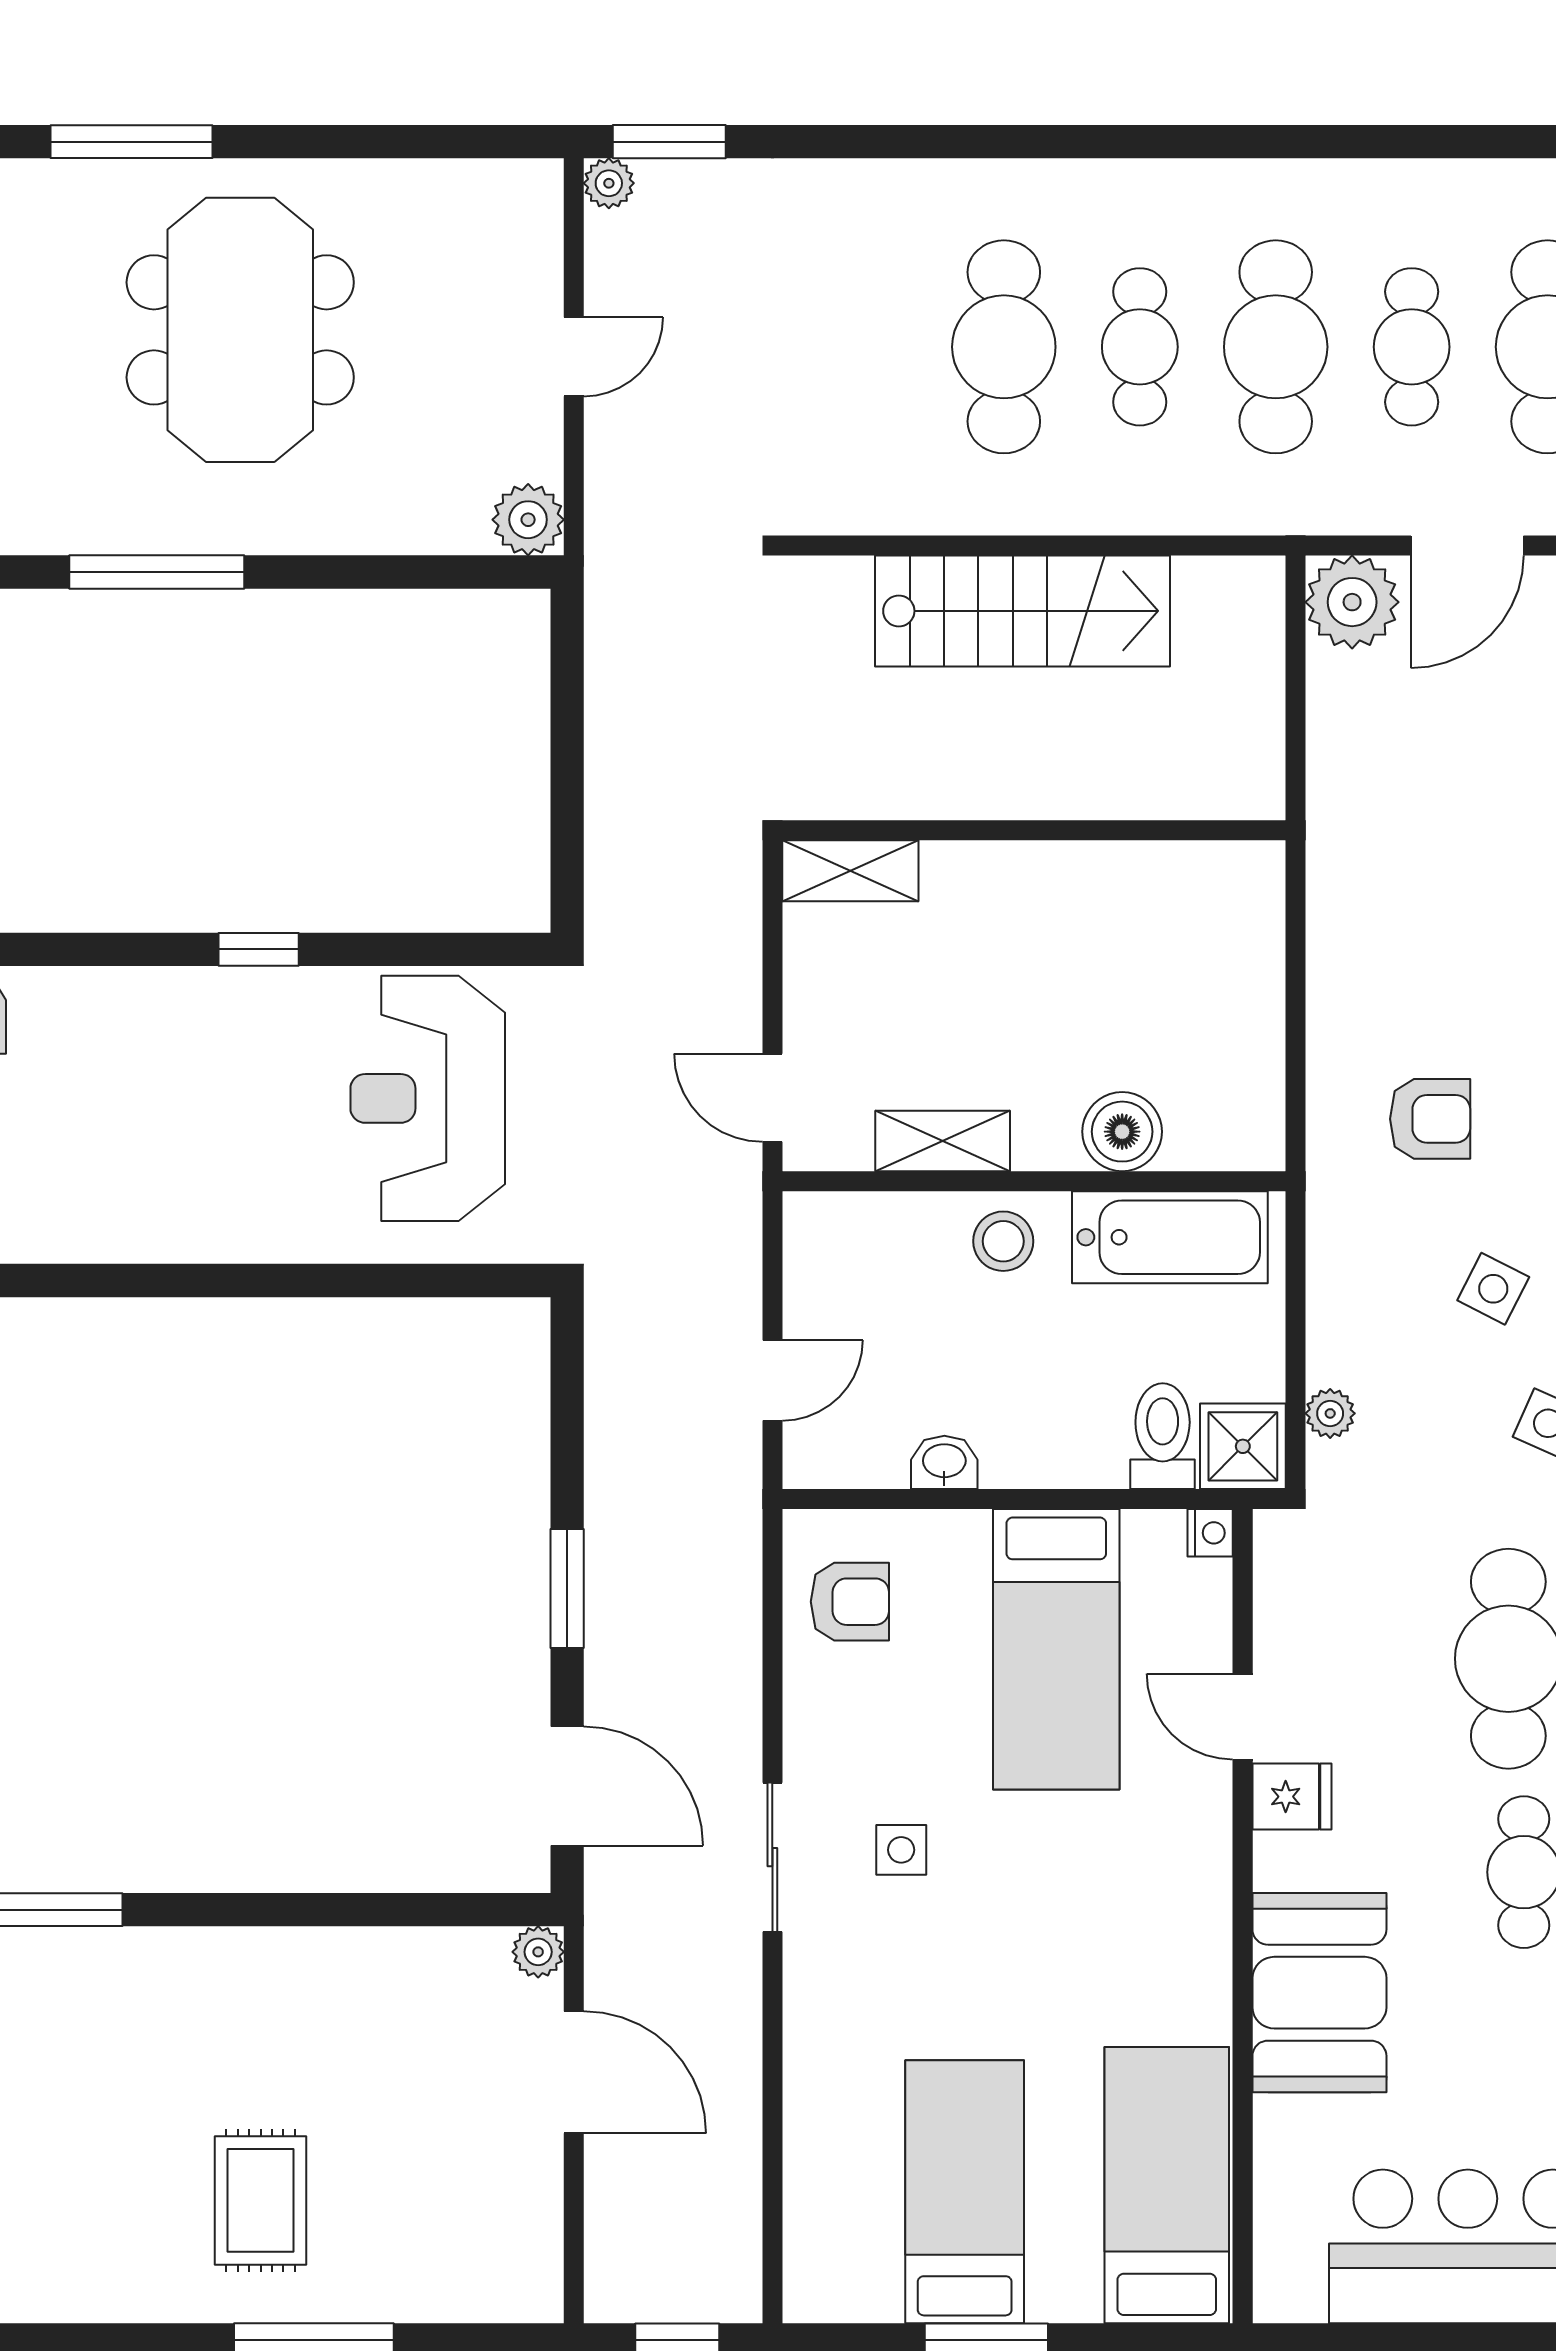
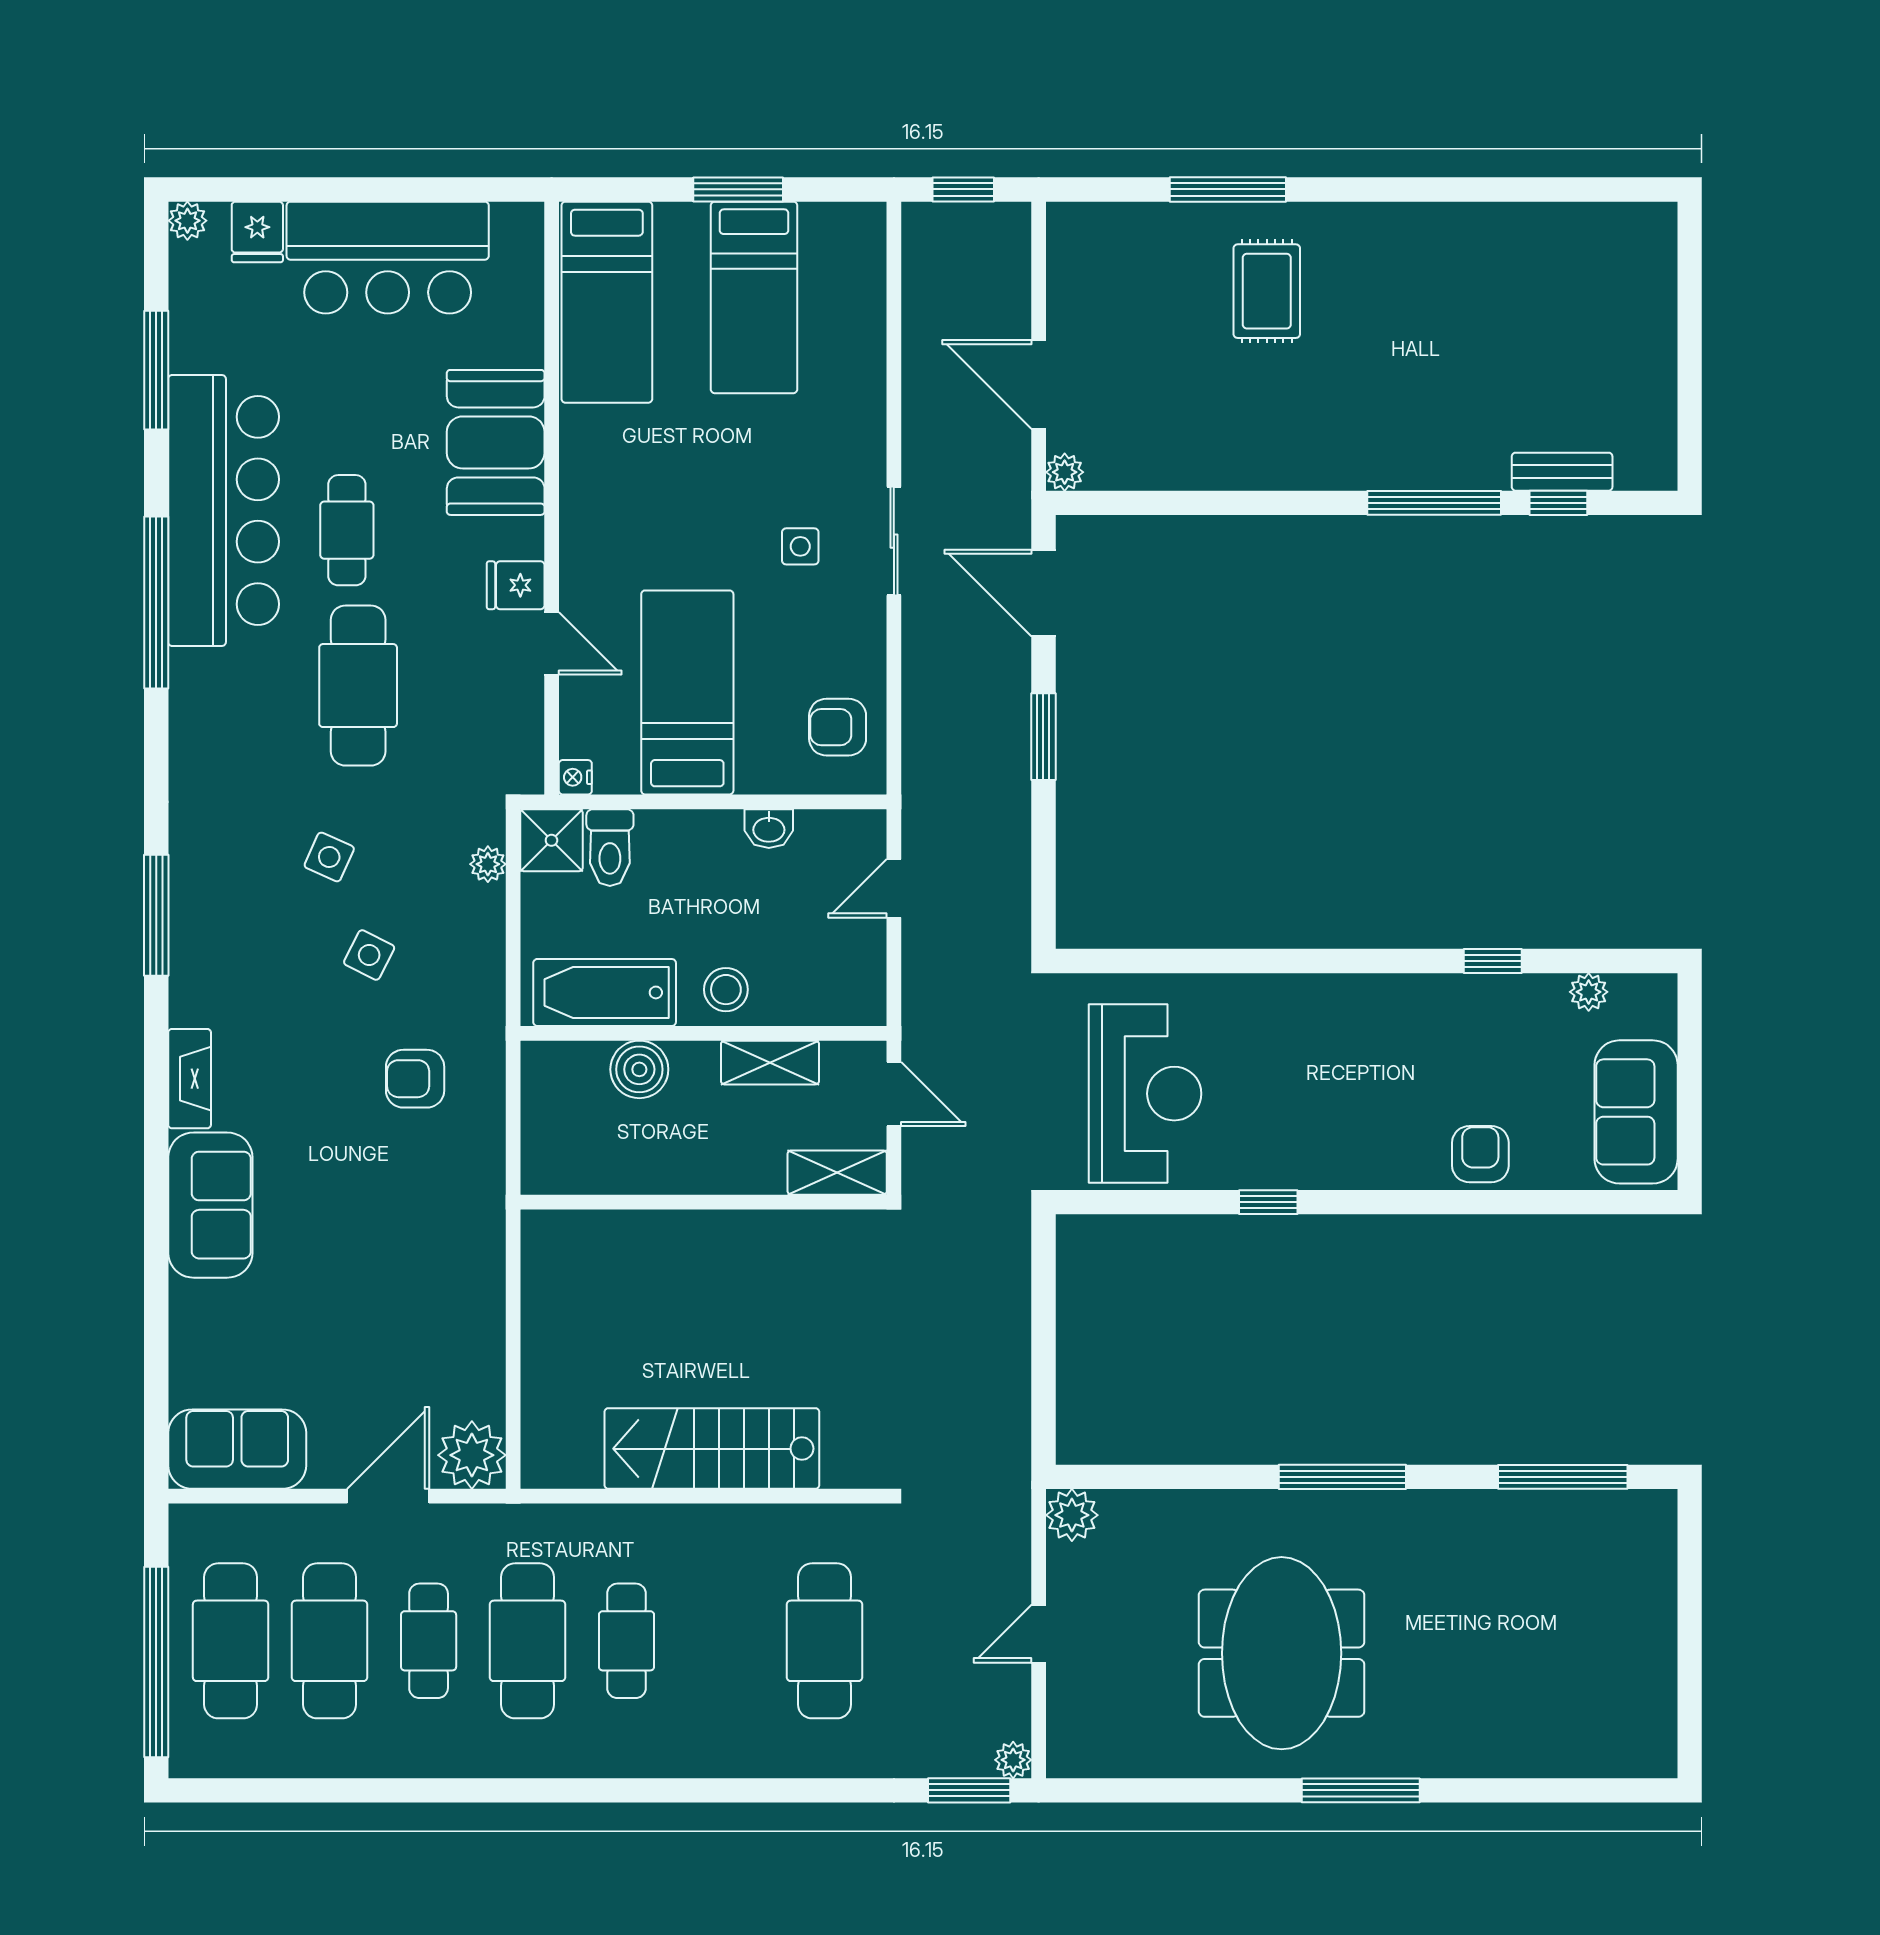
cafe table: (1004, 347) -> (824, 1641), moved
wall: (1034, 830) -> (704, 1202), moved
shelving: (850, 871) -> (837, 1173), moved

